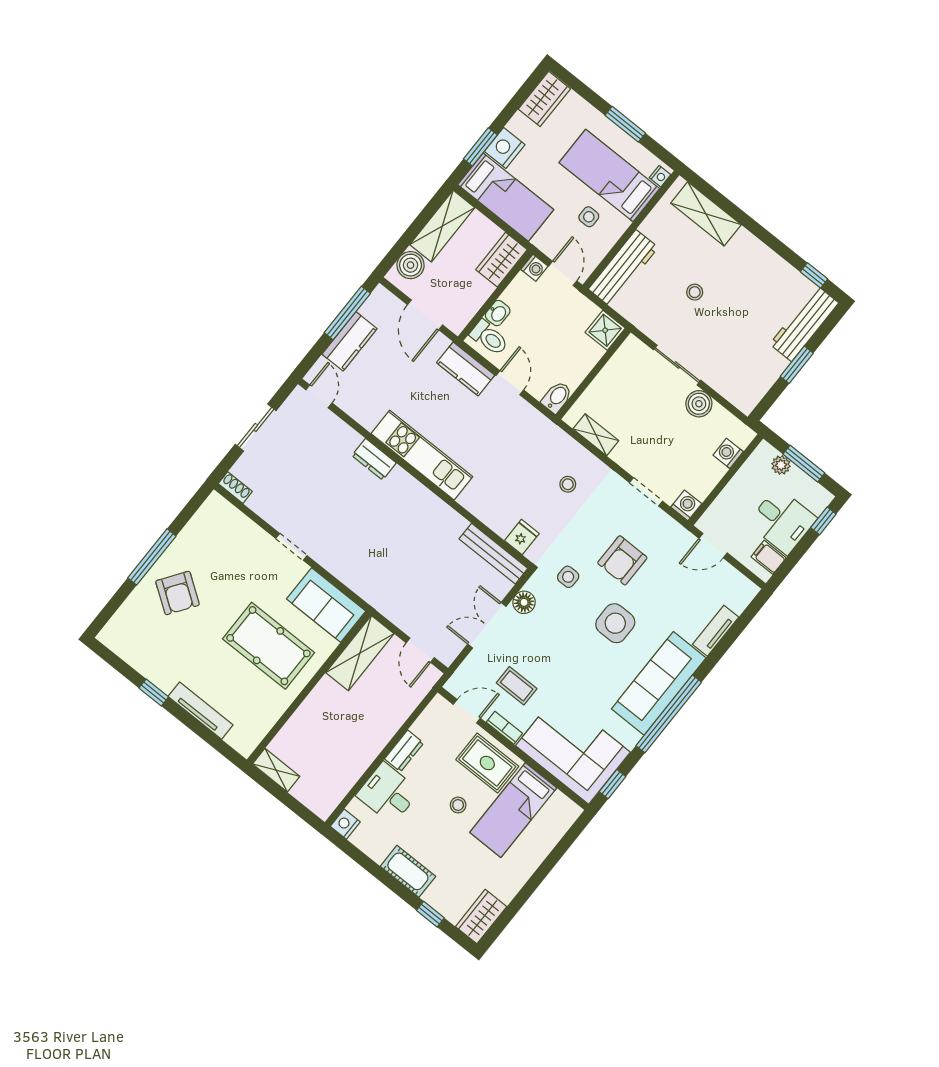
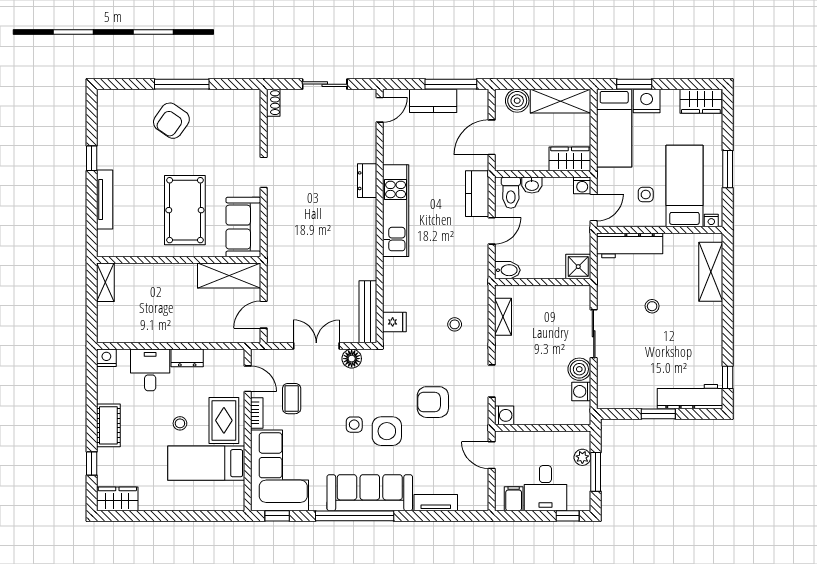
washing machine: (728, 453) -> (581, 391), moved, turned -90
side table: (568, 577) -> (354, 425), moved

